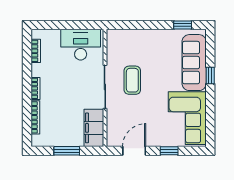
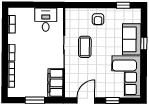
armchair: (150, 44) -> (98, 19), added
desk: (81, 45) -> (46, 20), width x0.73
sofa: (194, 63) -> (132, 39), width x0.73

